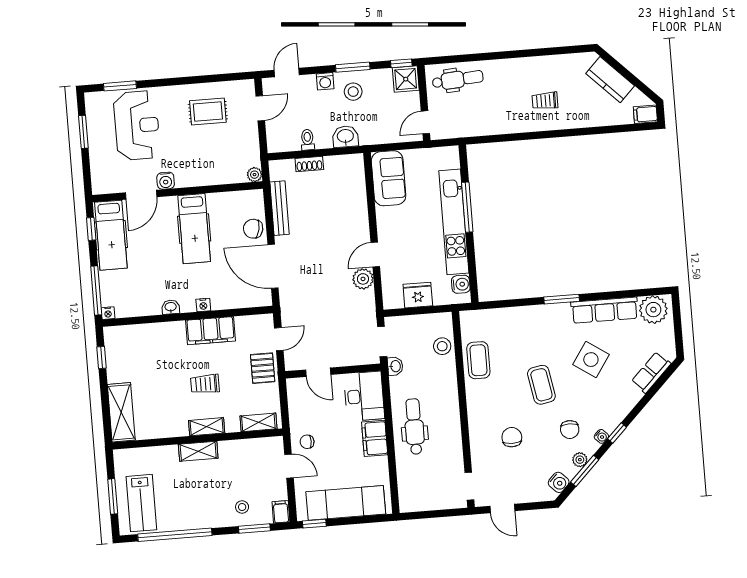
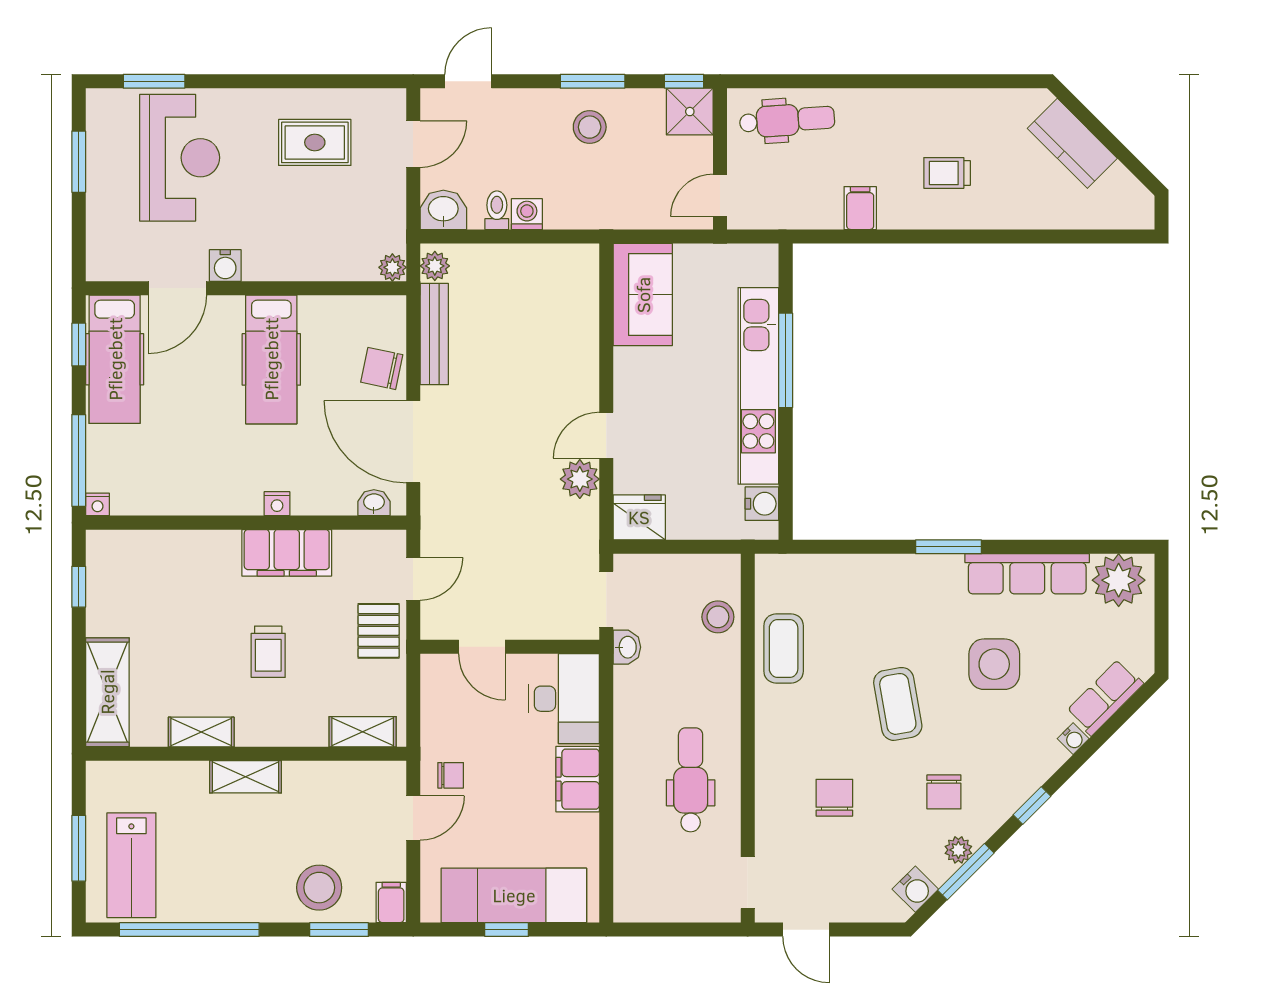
washing machine: (325, 81) -> (527, 214), moved, turned 180
filing cabinet: (645, 114) -> (860, 208), moved, turned 90
washbasin: (345, 137) -> (443, 210), moved
shoe rack: (309, 164) -> (497, 256), removed
plant: (277, 172) -> (435, 266), added
fridge: (418, 295) -> (639, 517), moved
washbasin: (171, 307) -> (374, 503), moved
side table: (591, 360) -> (994, 664), turned -34
trolley: (205, 384) -> (268, 652), turned -90
shelving: (207, 427) -> (201, 732), moved
dental chair: (414, 427) -> (691, 780), moved
water cooler: (601, 436) -> (1073, 739), moved
chair: (307, 442) -> (451, 775), turned 180
door: (289, 466) -> (413, 818), hinge flipped
stool: (242, 507) -> (319, 888), width x1.89, depth x1.89
window: (314, 524) -> (507, 930), moved

